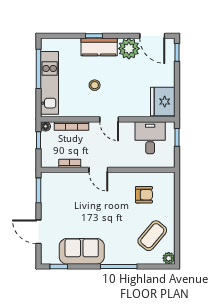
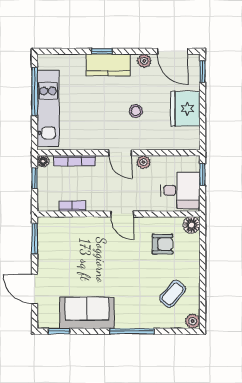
plant: (129, 49) -> (144, 61), width x0.53, depth x0.53
stool: (95, 85) -> (136, 111), moved
fridge: (163, 102) -> (185, 109), moved
plant: (128, 127) -> (144, 162), added
desk: (150, 138) -> (180, 190), moved, turned 90
door: (98, 170) -> (122, 214), moved
floor lamp: (168, 179) -> (192, 225), added
coffee table: (152, 236) -> (173, 294), width x0.73, depth x0.77

